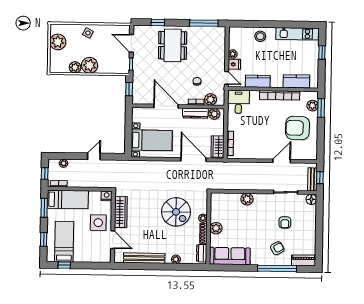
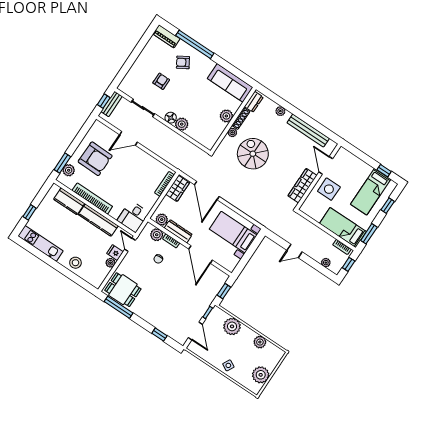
dining table: (173, 45) -> (123, 290), moved, width x0.73
plant: (90, 65) -> (232, 326), moved
kitchen counter: (258, 81) -> (98, 220), width x1.50
nightstand: (107, 196) -> (306, 208), removed
floor lamp: (311, 199) -> (171, 118), moved

